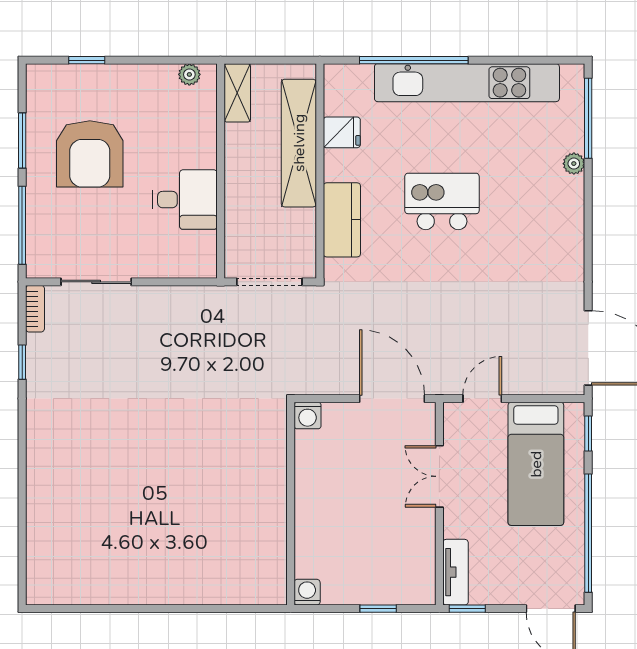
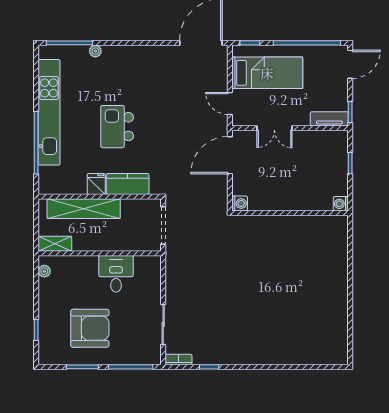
fridge: (342, 132) -> (96, 184), moved

